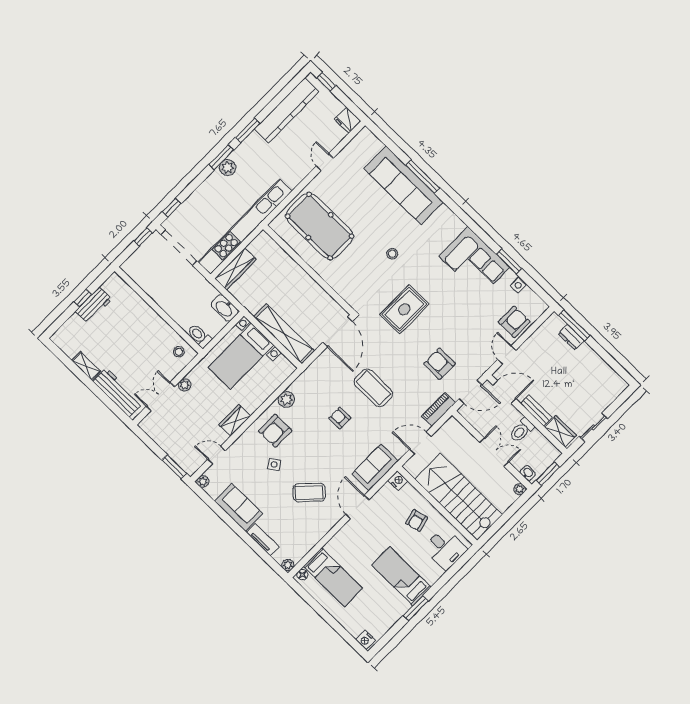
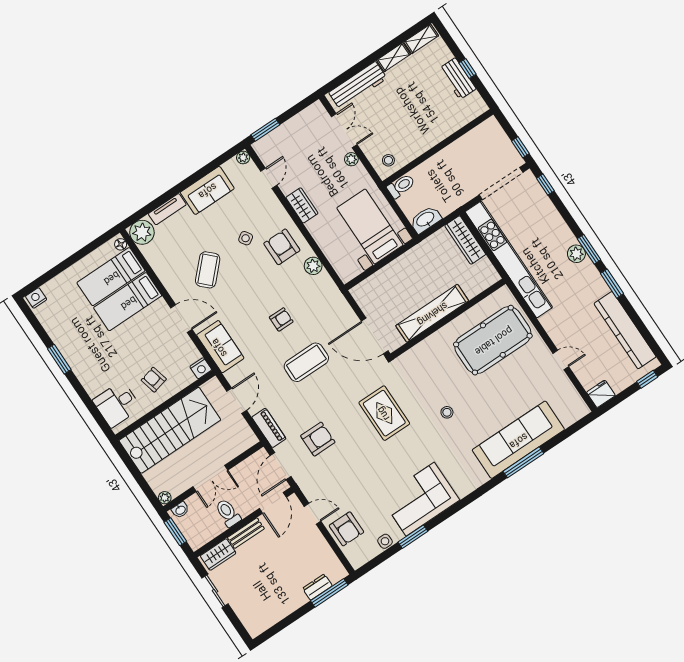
shelving: (284, 334) -> (432, 313), moved
shelving: (65, 345) -> (421, 39), added
plant: (288, 565) -> (142, 232), width x1.88, depth x1.88
bed: (401, 576) -> (128, 302), moved, turned 180

